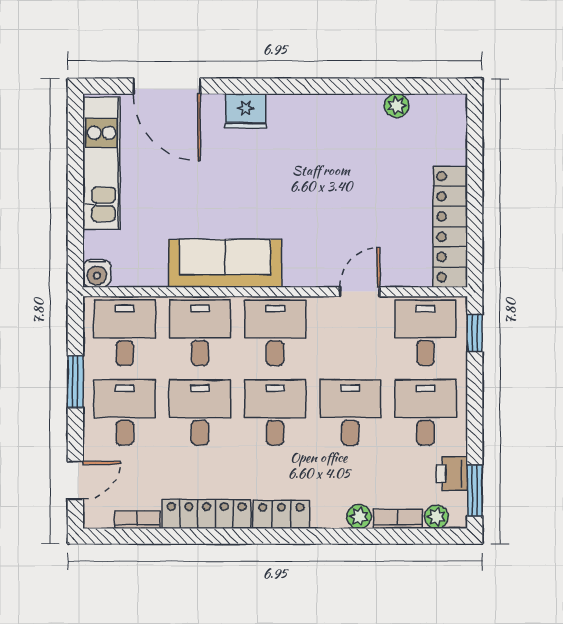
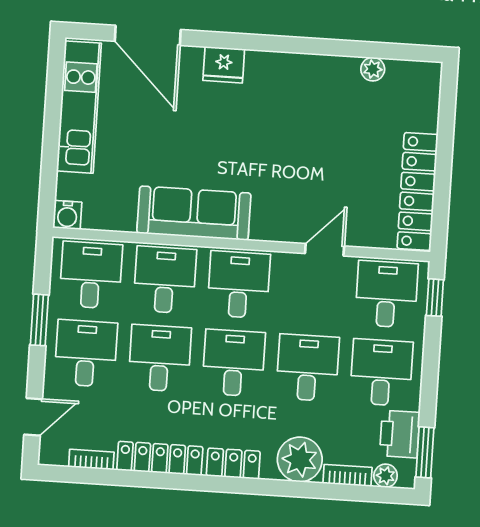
printer: (452, 474) -> (400, 434), width x1.36, depth x1.24
plant: (359, 517) -> (300, 459), width x1.88, depth x1.88

